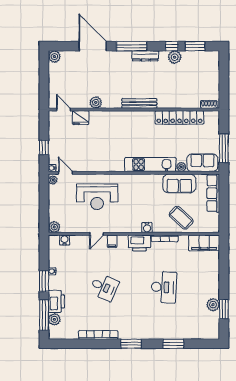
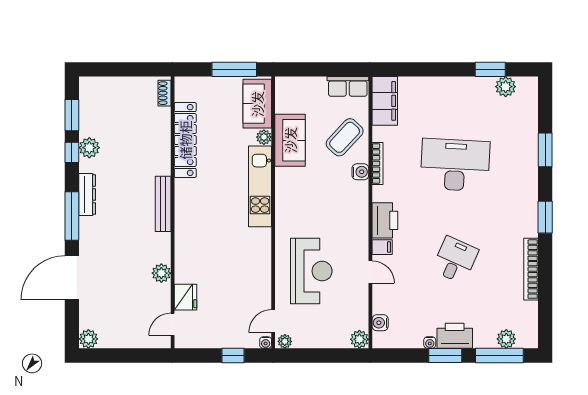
row of seats: (213, 193) -> (348, 86), moved, width x0.68
water cooler: (147, 228) -> (360, 172), moved
printer: (139, 243) -> (385, 220), moved
desk: (164, 287) -> (455, 165), width x1.36, depth x1.30
printer: (56, 301) -> (455, 336), moved
plant: (213, 305) -> (506, 87), moved

